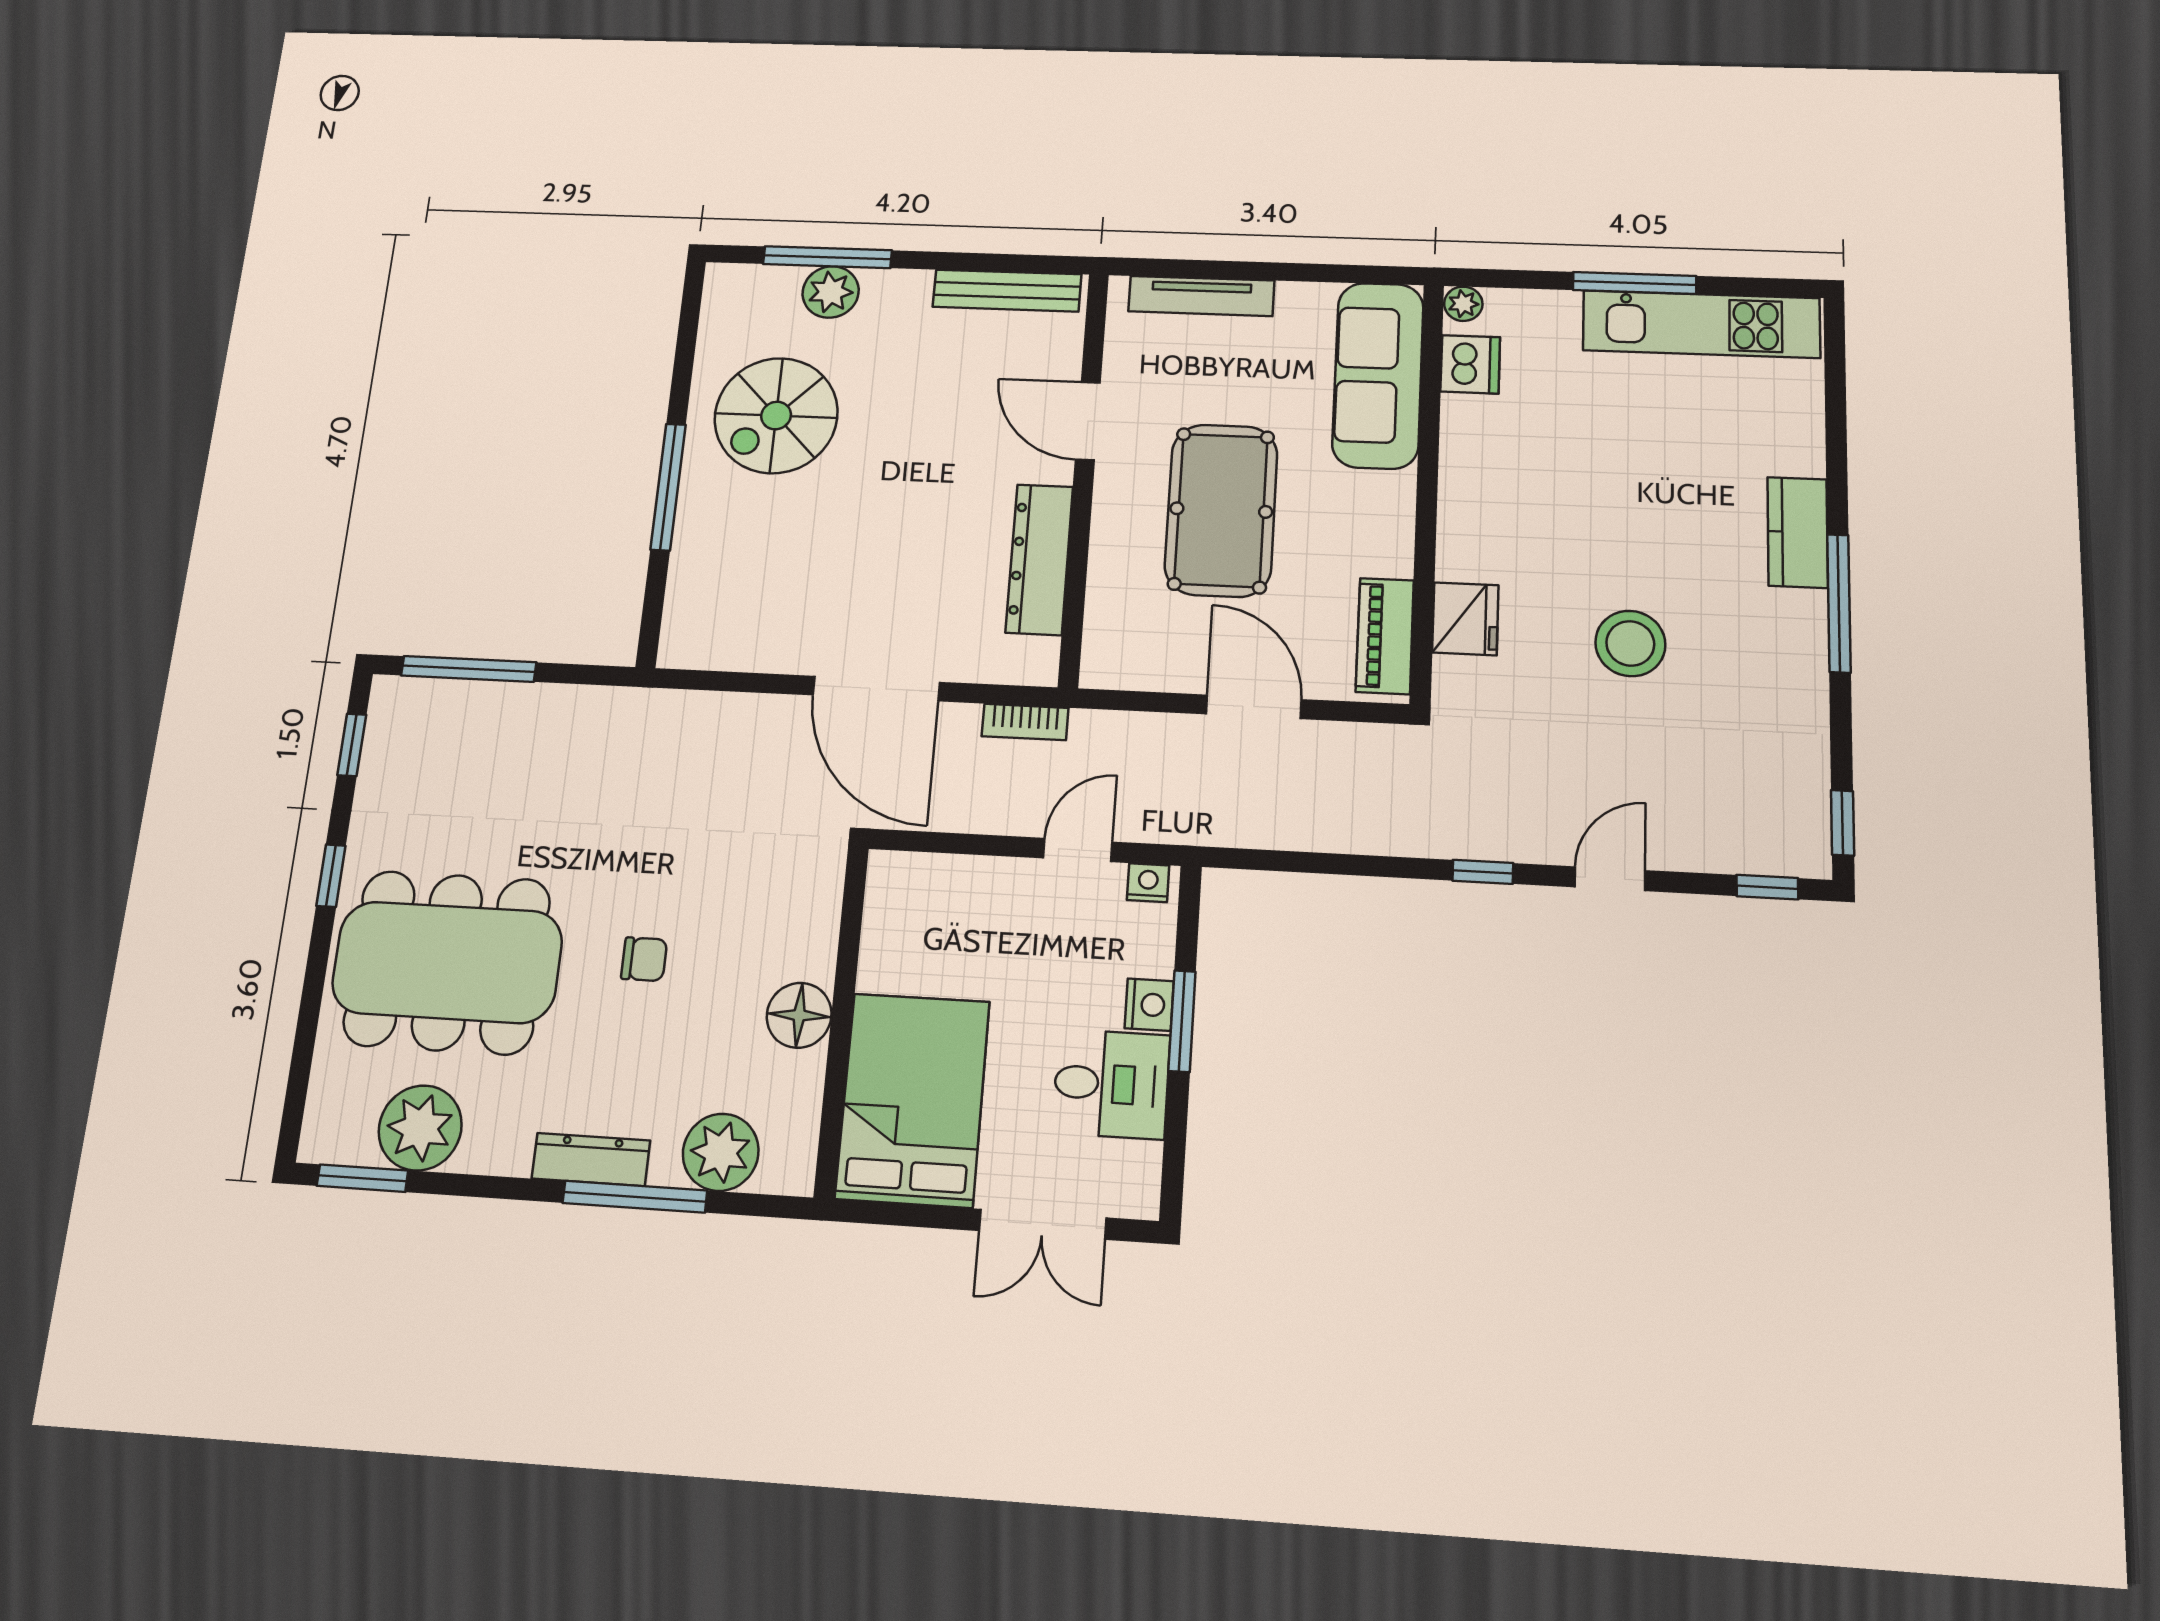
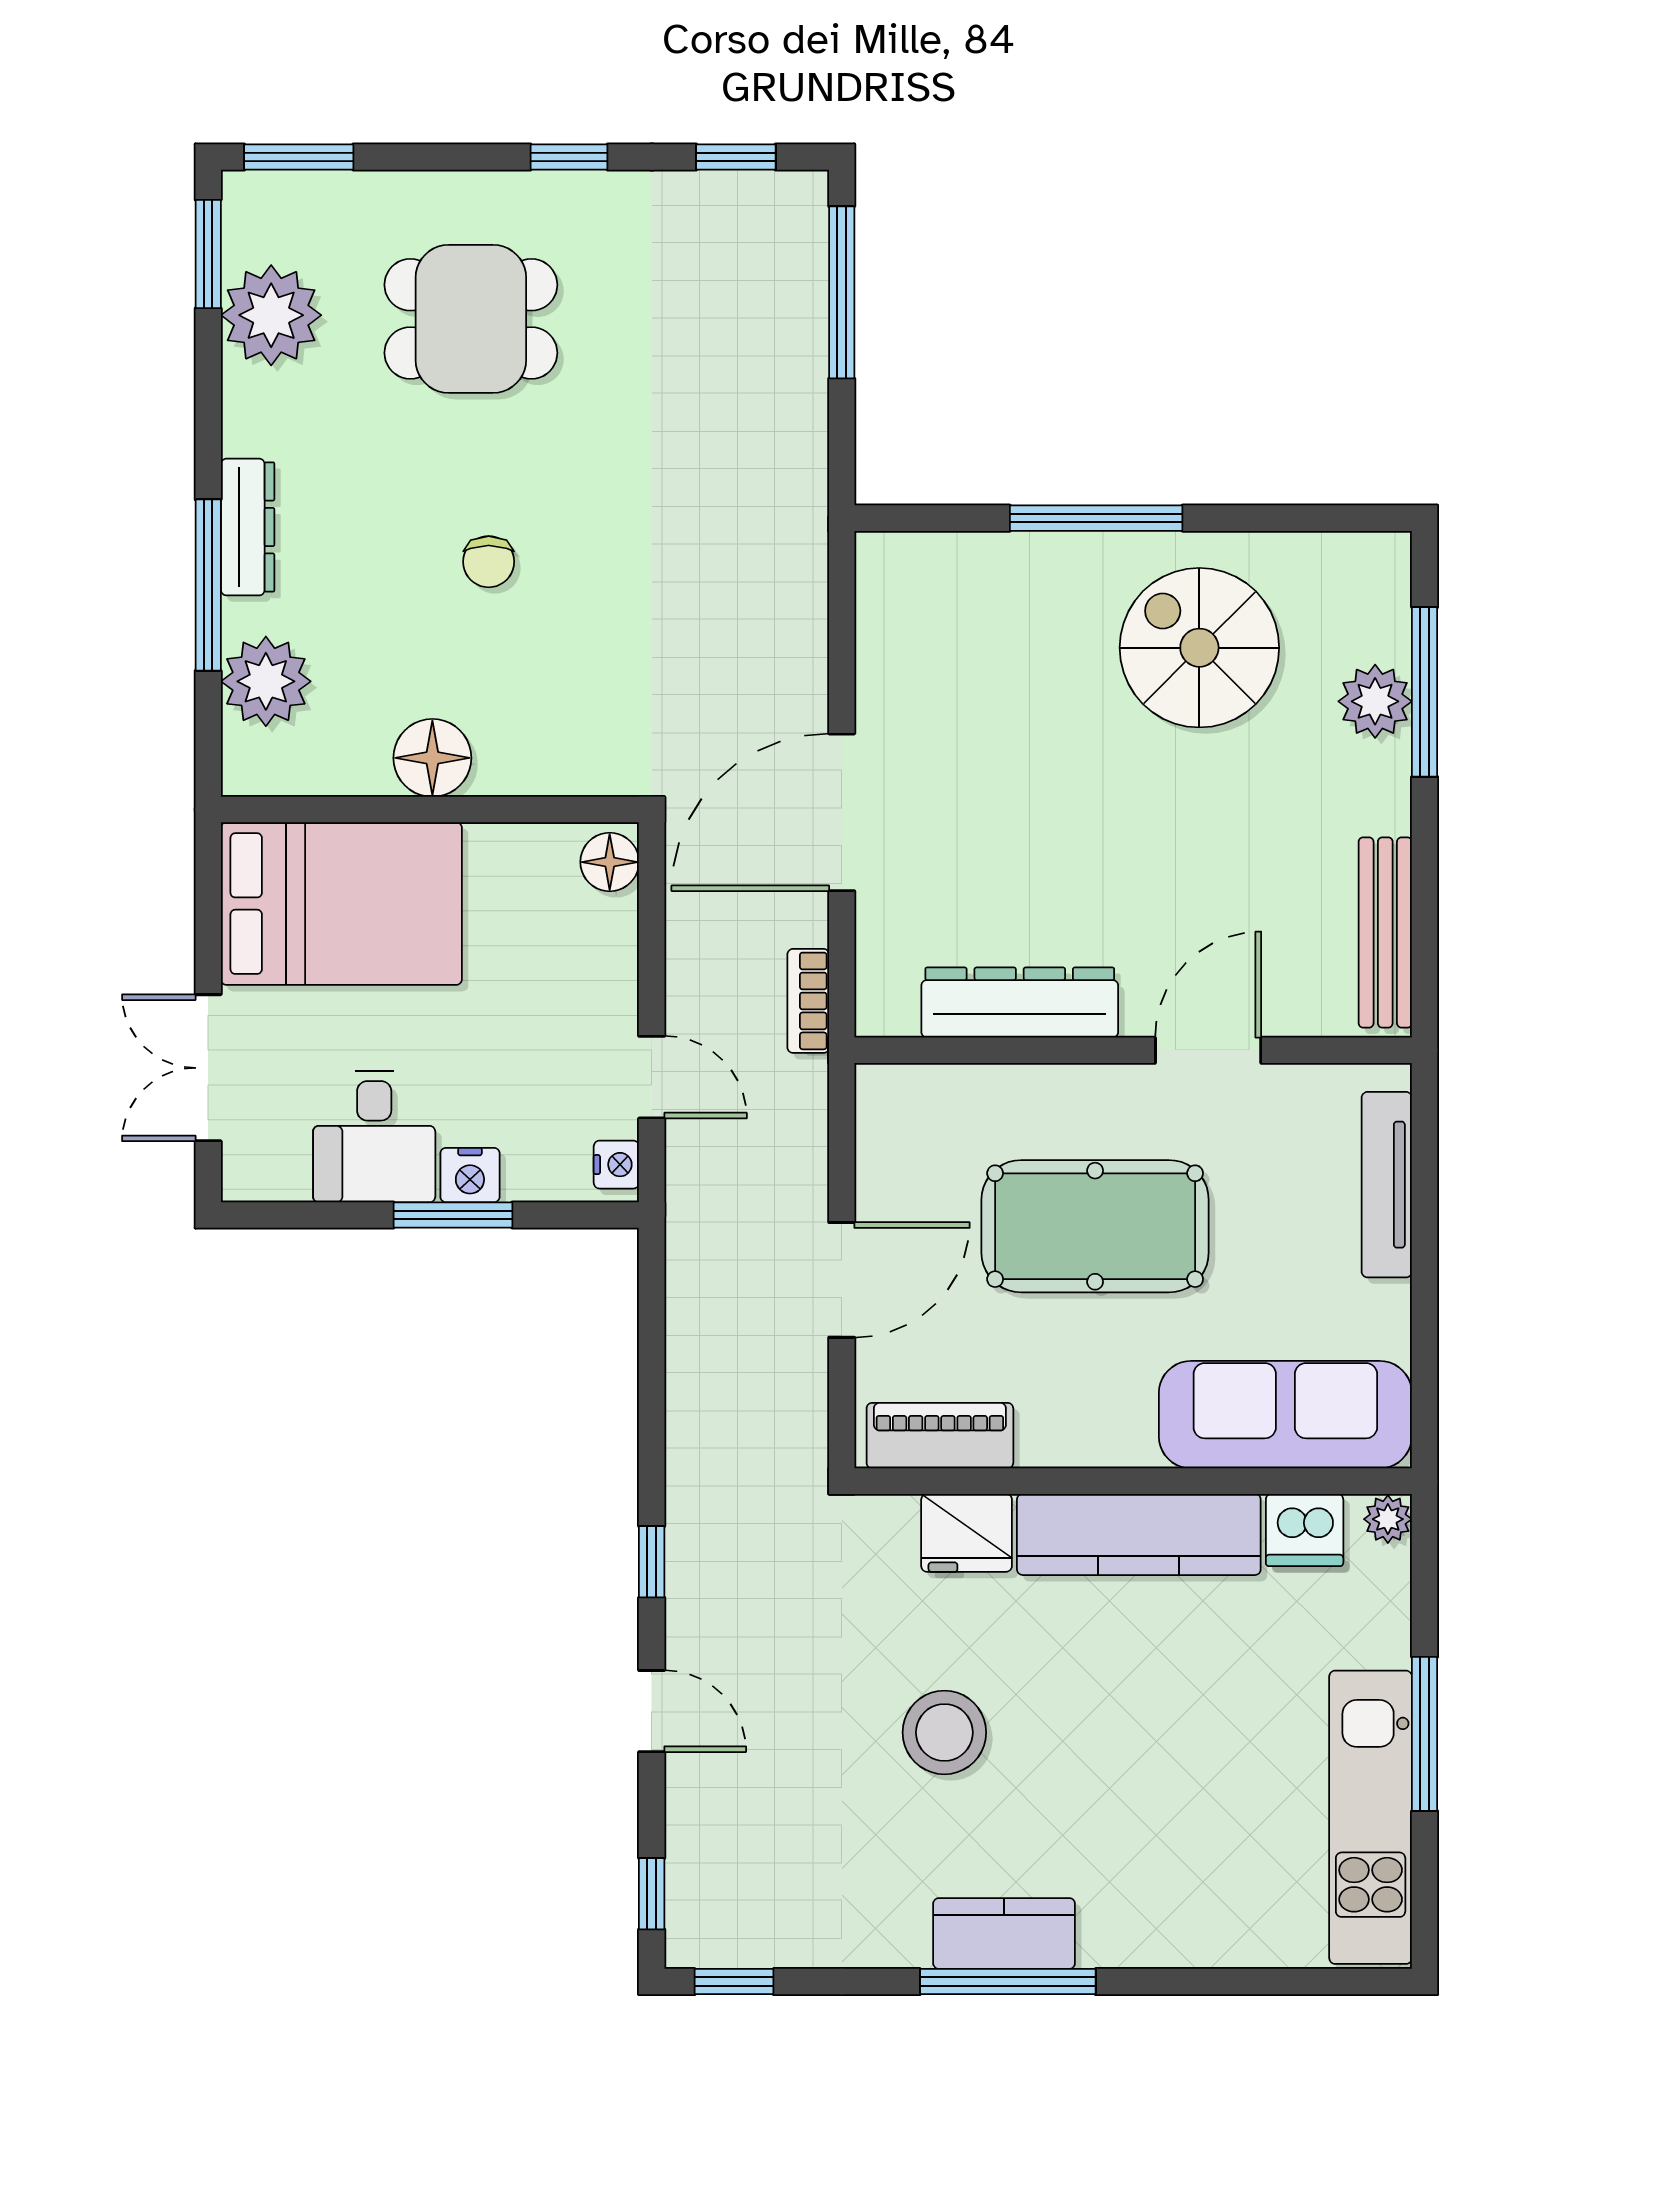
kitchen counter: (1470, 487) -> (1139, 1534), added
kitchen counter: (1798, 532) -> (1004, 1933), moved
floor lamp: (899, 874) -> (610, 862), added
dining table: (447, 962) -> (471, 319), width x0.53, depth x0.80
window: (296, 1096) -> (299, 157), added

